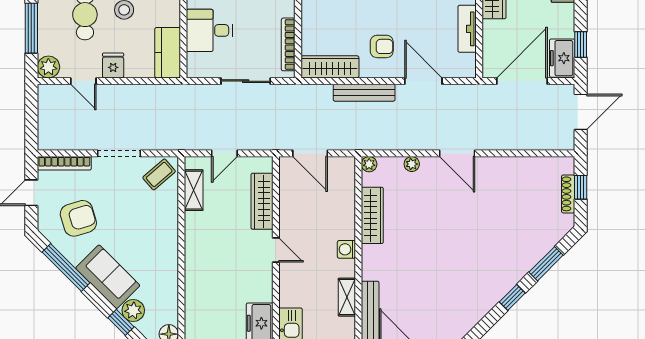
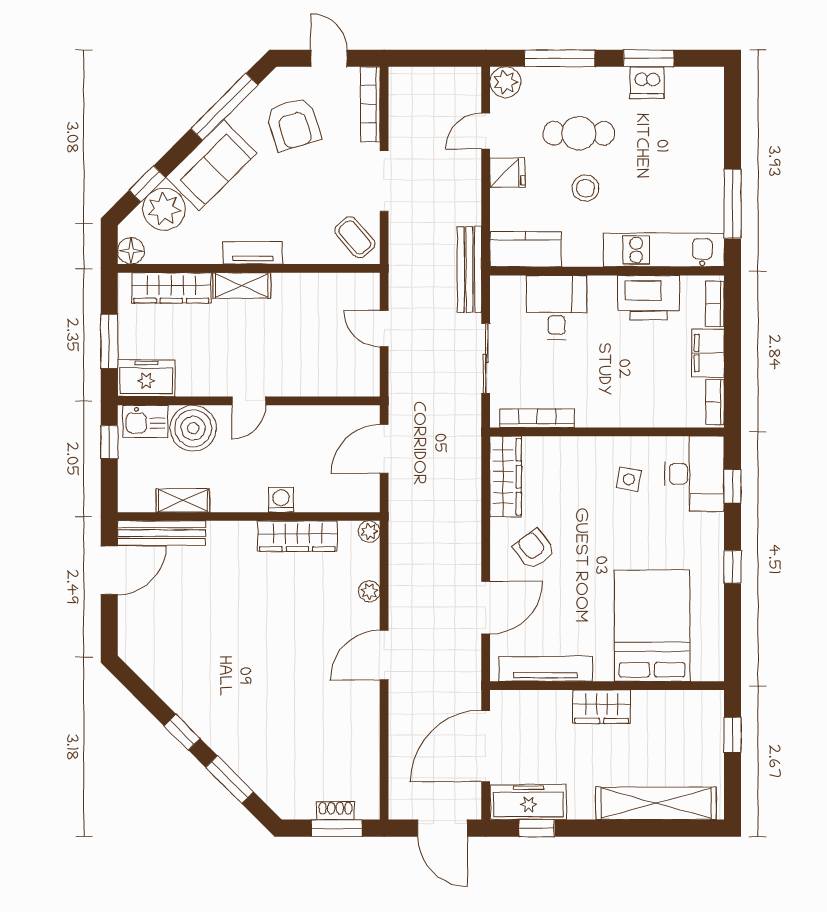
tv unit: (467, 29) -> (545, 669), width x1.41
armchair: (382, 46) -> (534, 549), turned 143
freezer: (562, 58) -> (529, 802), width x1.40
door: (522, 81) -> (486, 746), swing flipped
bench: (364, 93) -> (469, 269), moved
window: (581, 187) -> (337, 828), width x1.50
shelving: (194, 190) -> (242, 286), moved
shoe rack: (568, 194) -> (335, 811), width x0.70
wardrobe: (262, 201) -> (171, 288), moved, turned 180
tv unit: (170, 247) -> (253, 253), added
washing machine: (346, 249) -> (281, 500), moved
boiler: (295, 290) -> (193, 428), added
plant: (133, 310) -> (164, 209), width x1.36, depth x1.36

